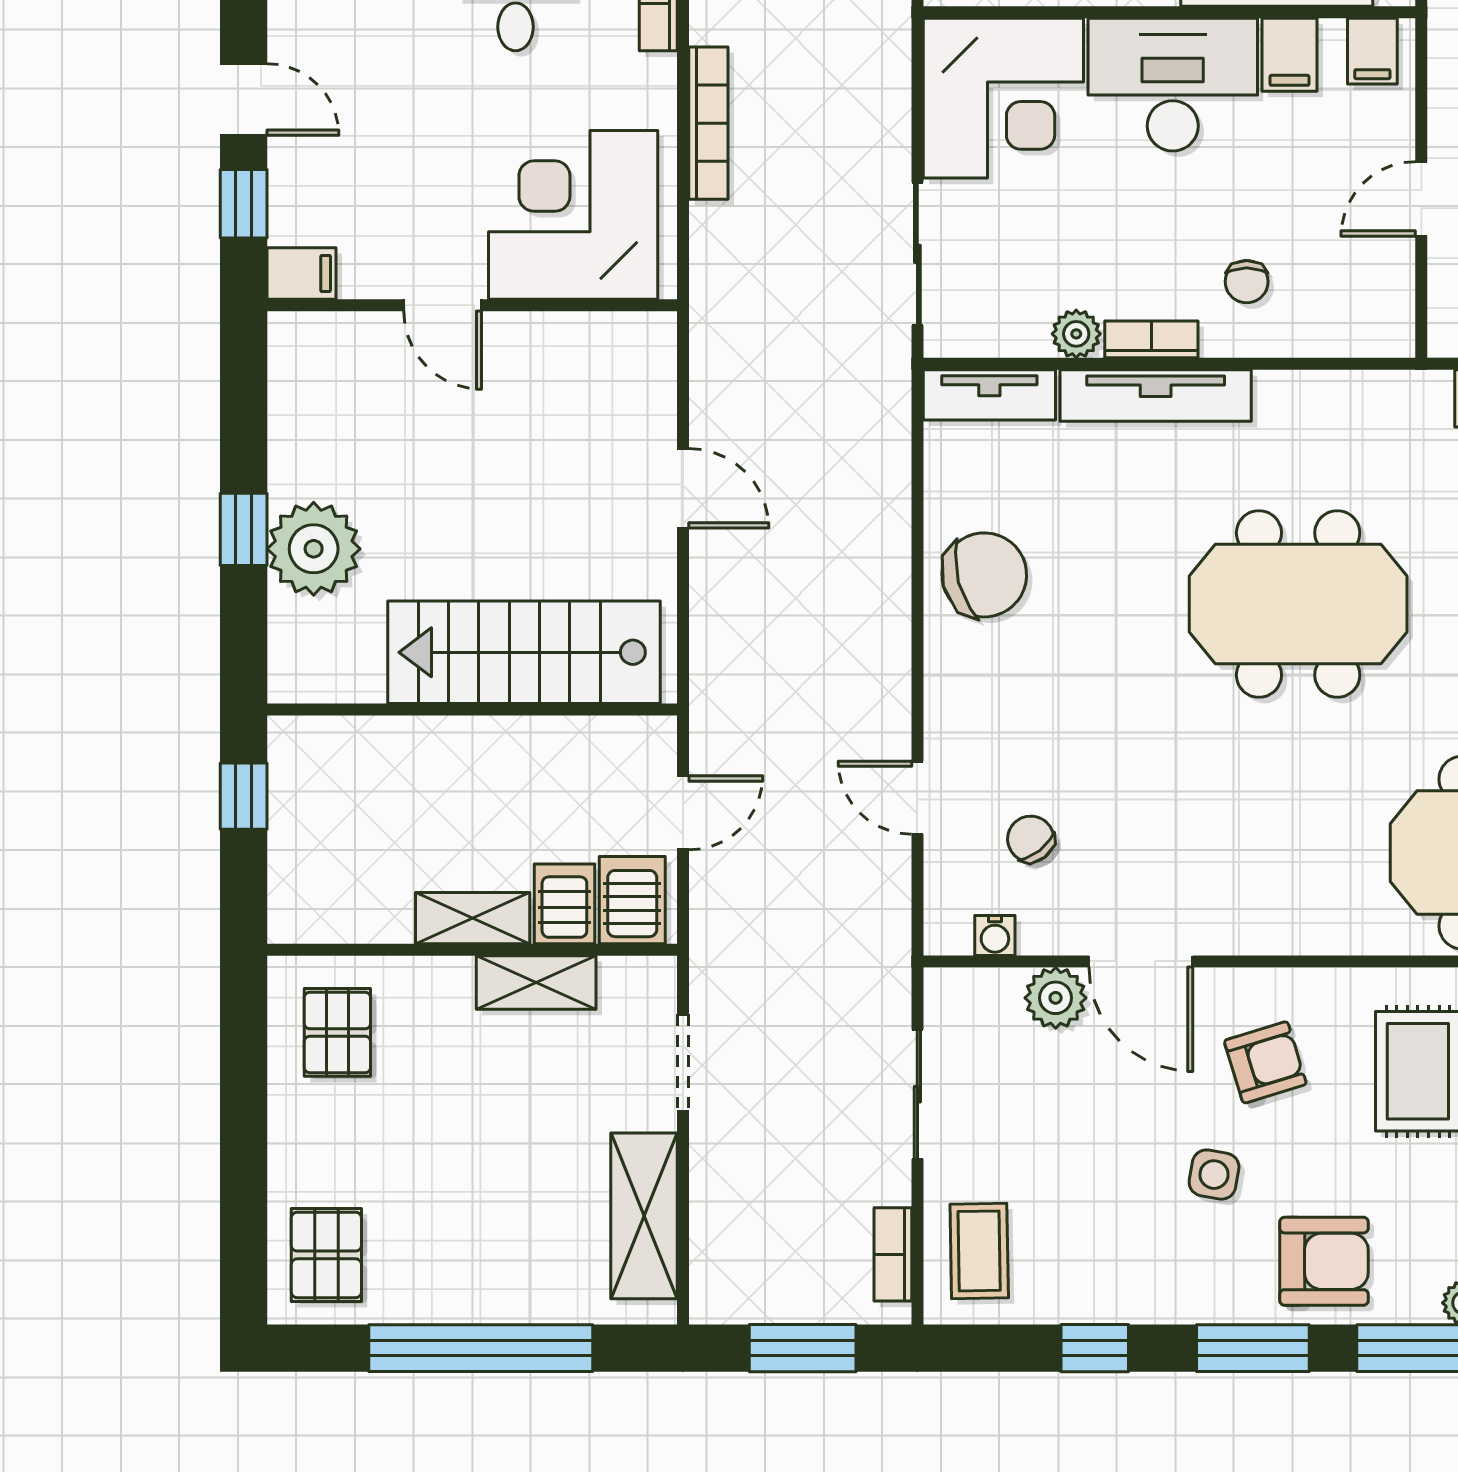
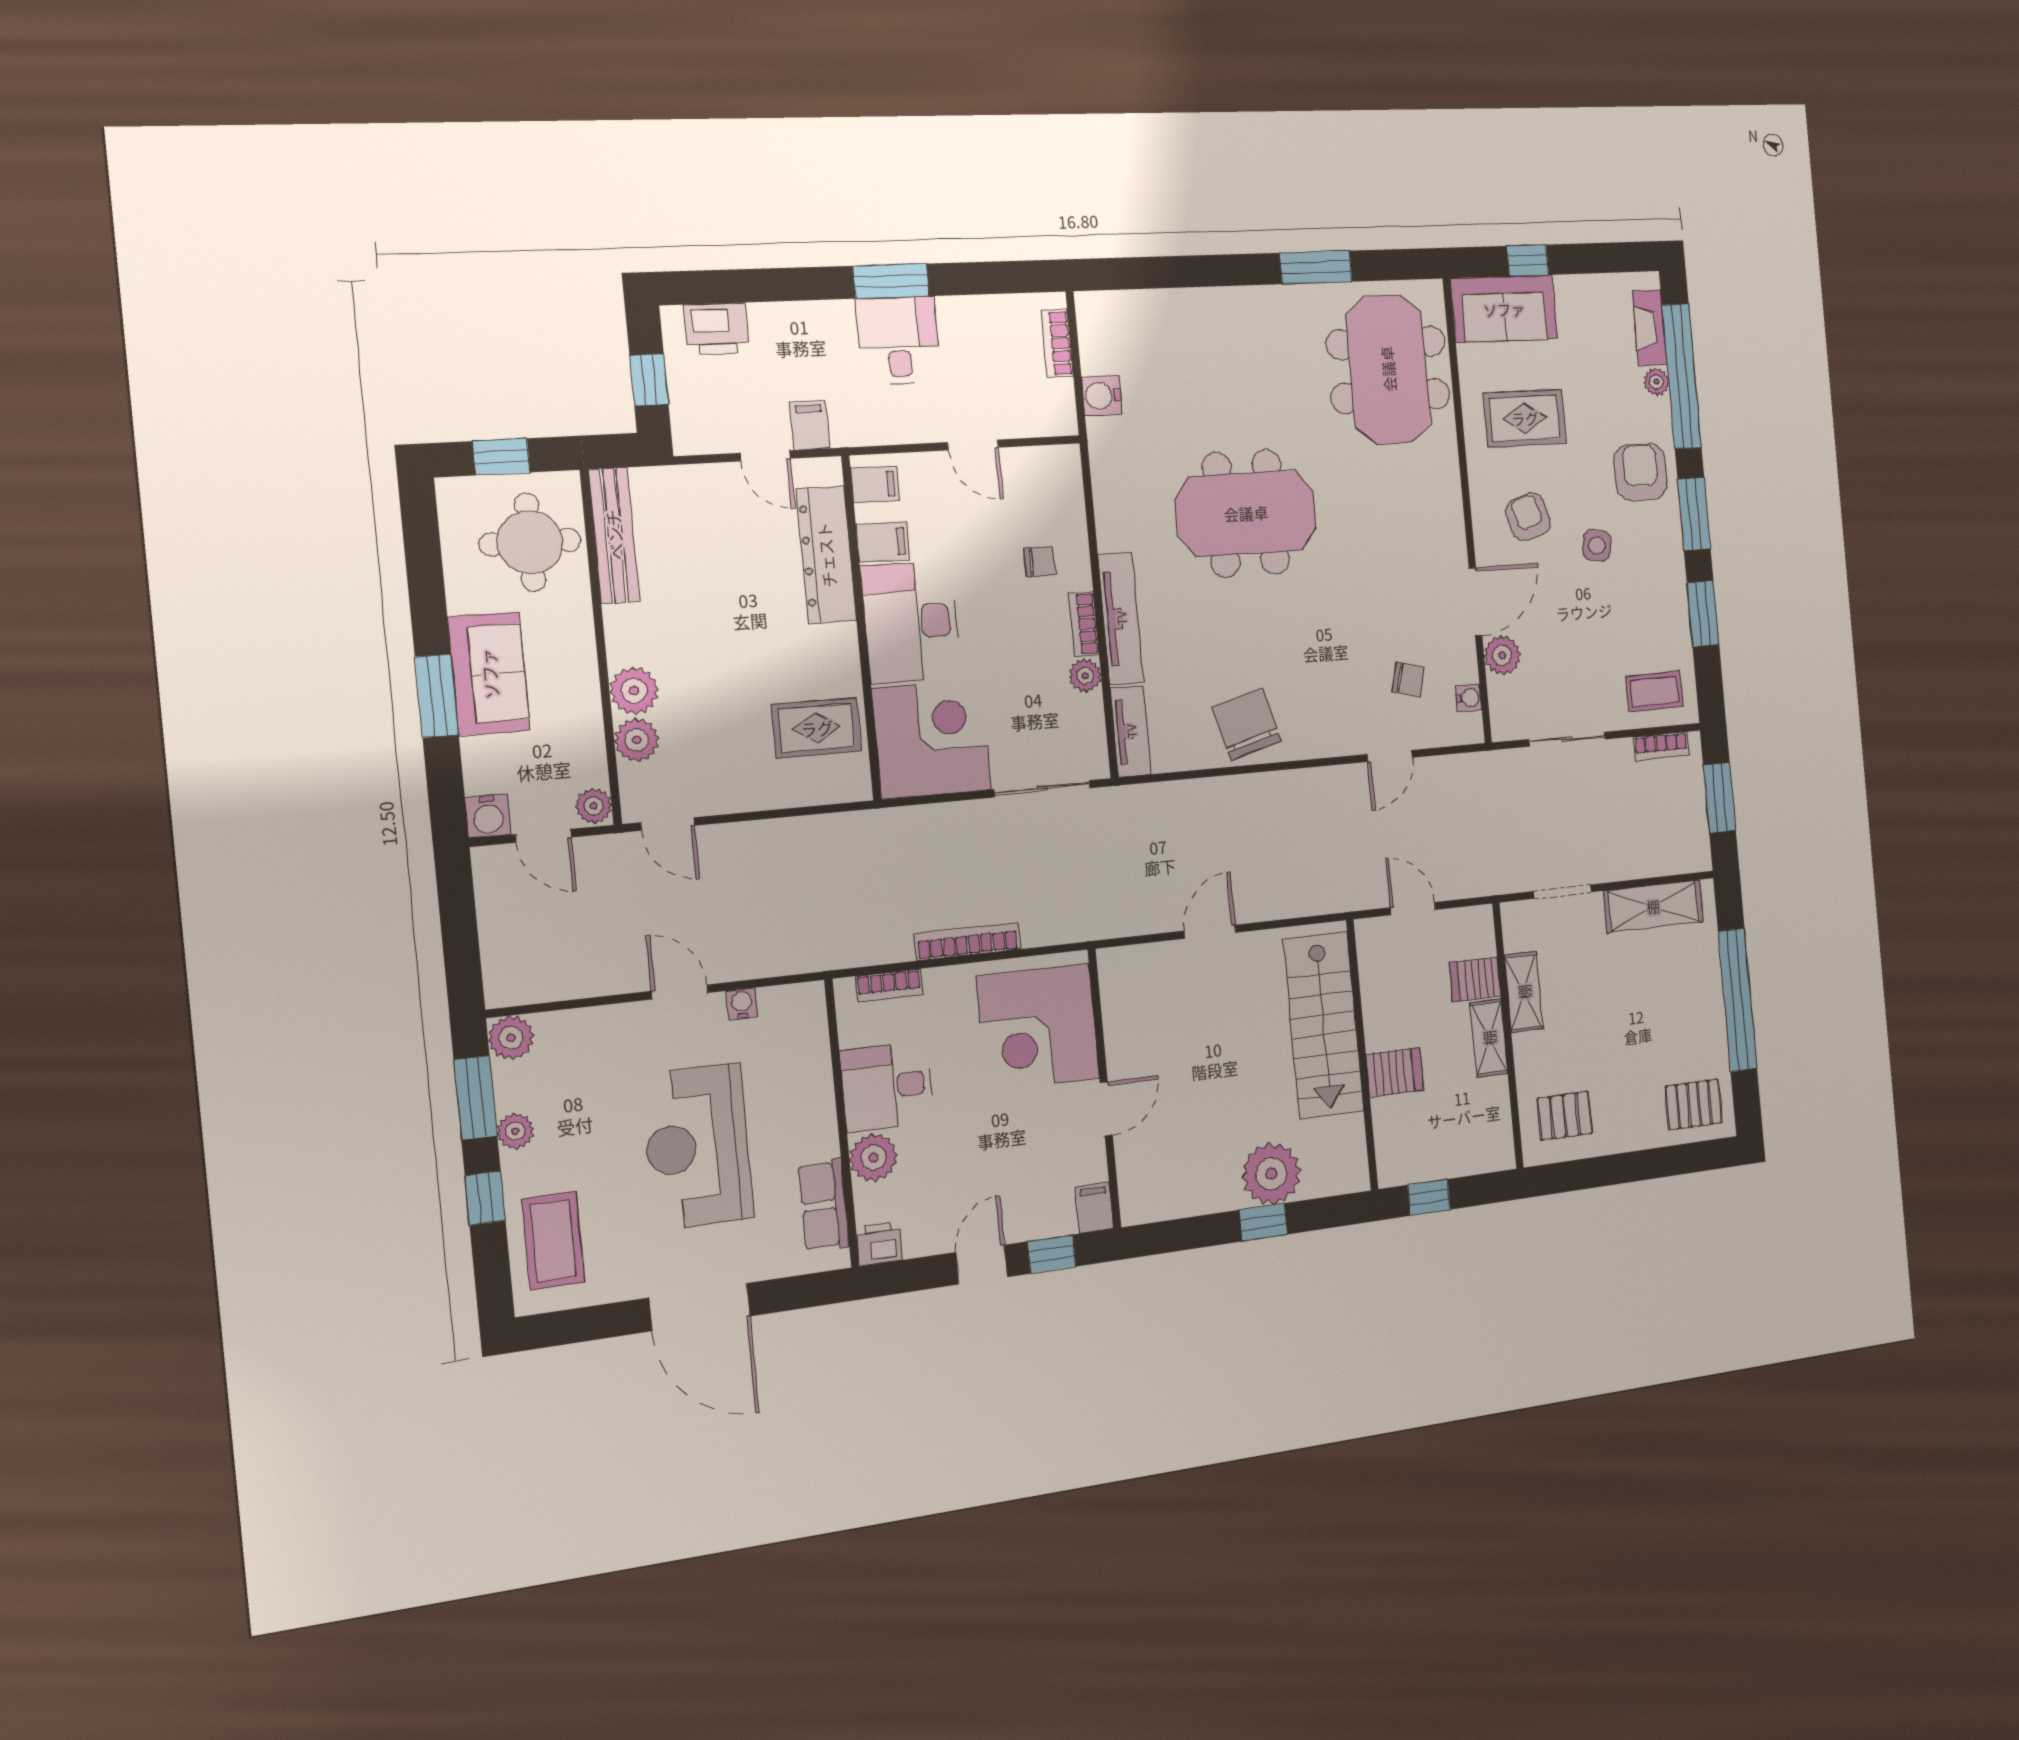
meeting table: (1298, 604) -> (1246, 513), turned 90
chair: (1031, 839) -> (1408, 679), turned -128
server rack: (632, 900) -> (1395, 1072), moved, turned 180
window: (1095, 1348) -> (1703, 614), width x1.50

